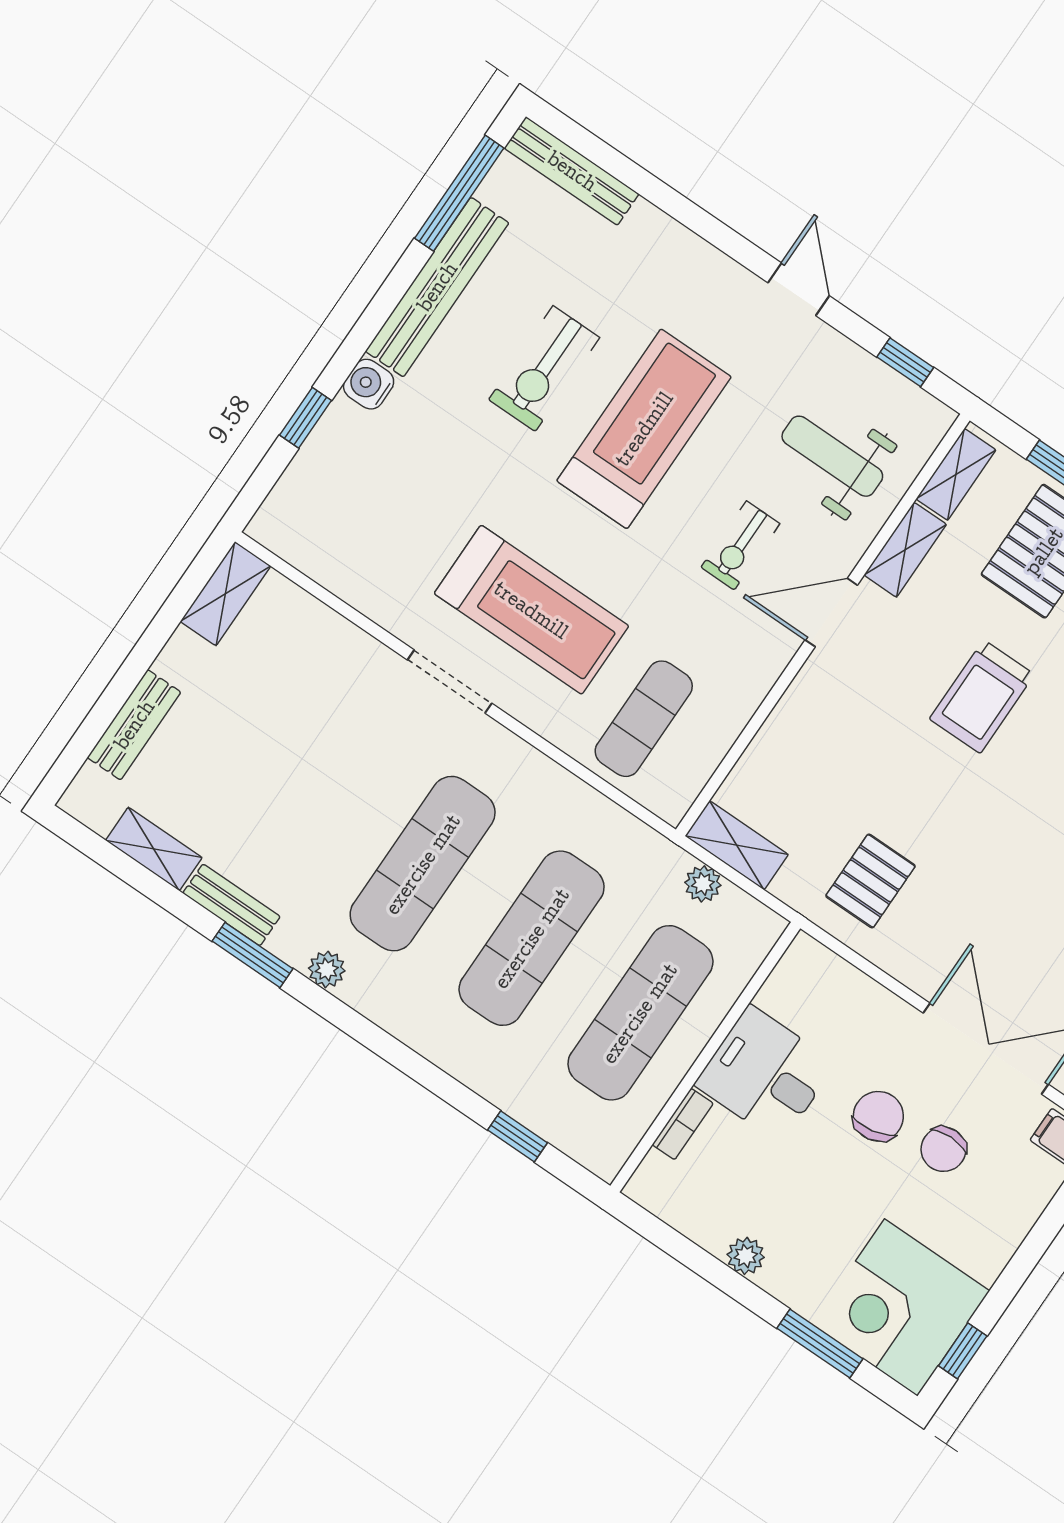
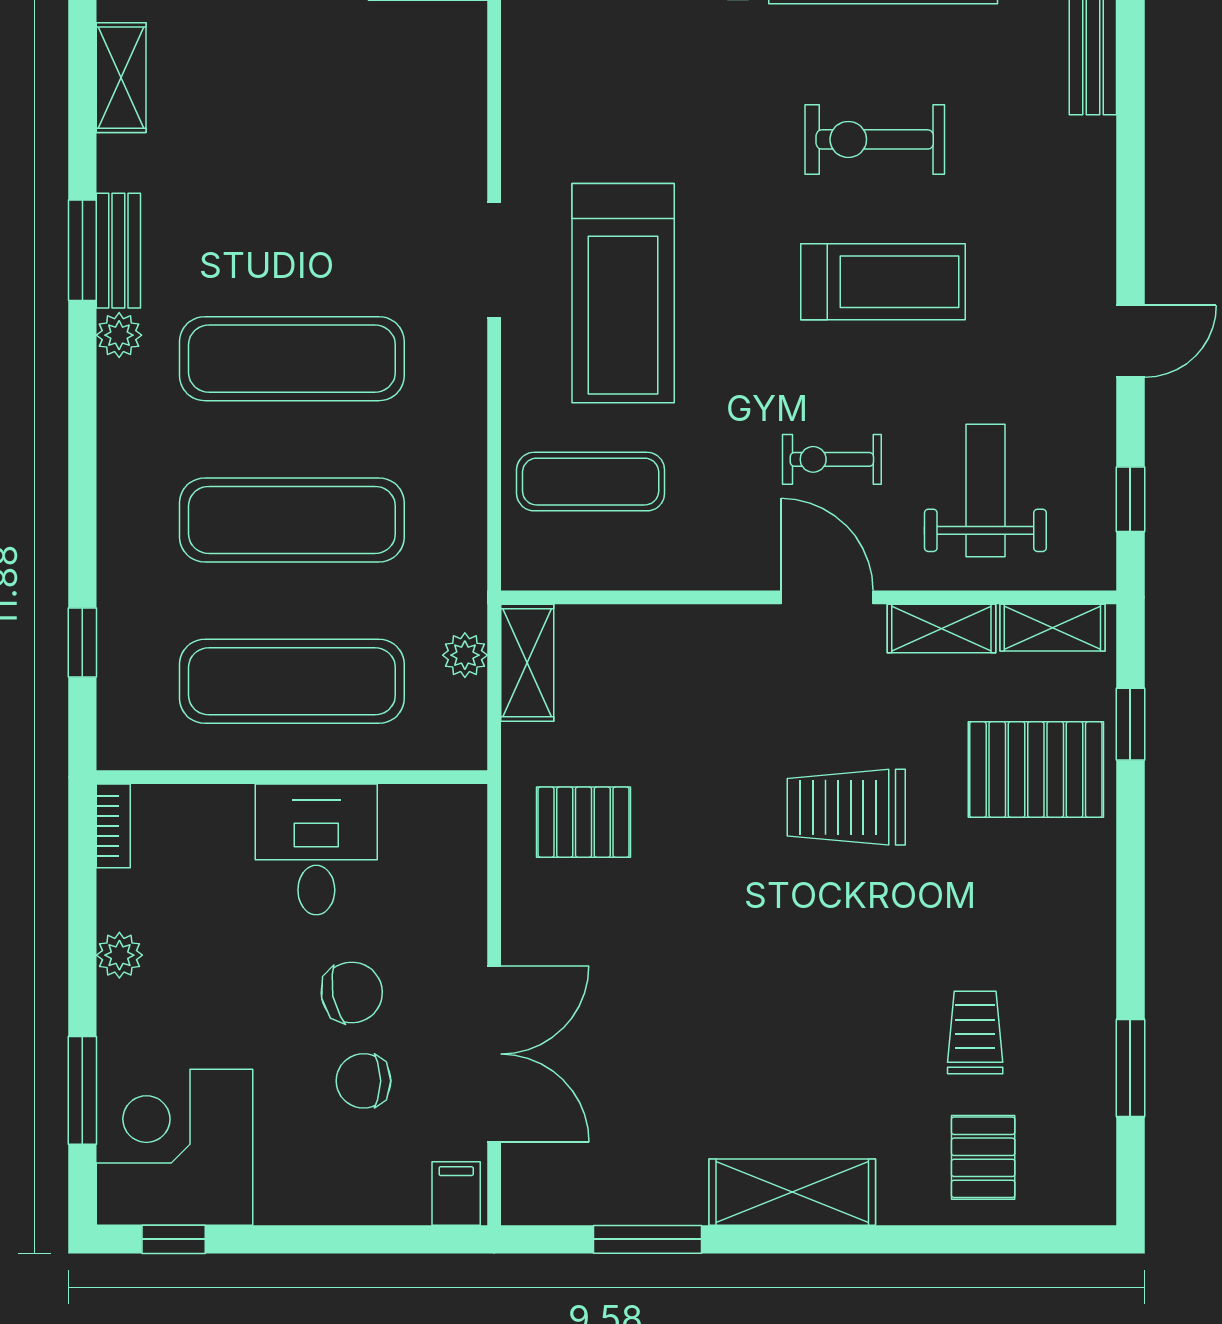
treadmill: (644, 429) -> (883, 282), width x0.73, depth x0.73
bench: (231, 905) -> (118, 251), moved
bookcase: (683, 1124) -> (113, 826), moved, turned -90

